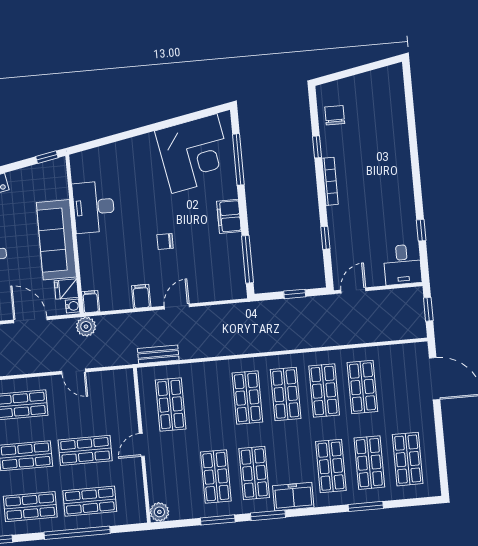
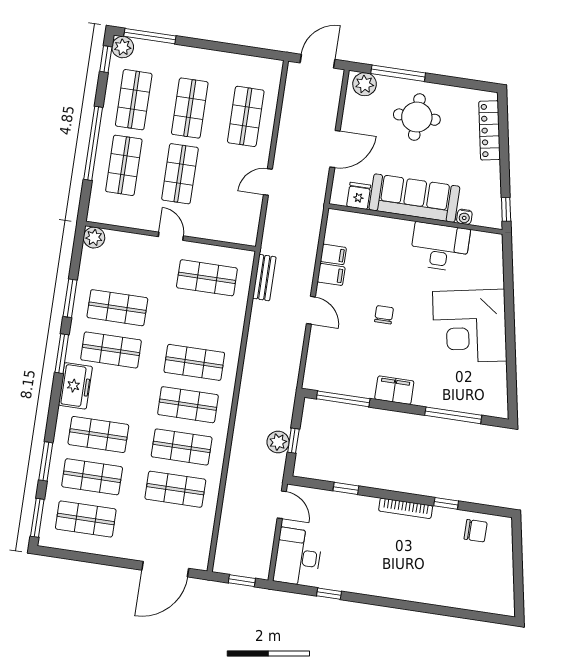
corner desk: (194, 153) -> (470, 326), moved
desk: (402, 265) -> (298, 557), width x1.37
filing cabinet: (91, 302) -> (333, 254), moved
water cooler: (73, 306) -> (464, 217), moved
plant: (86, 327) -> (278, 442), moved
window: (417, 502) -> (37, 518), added

